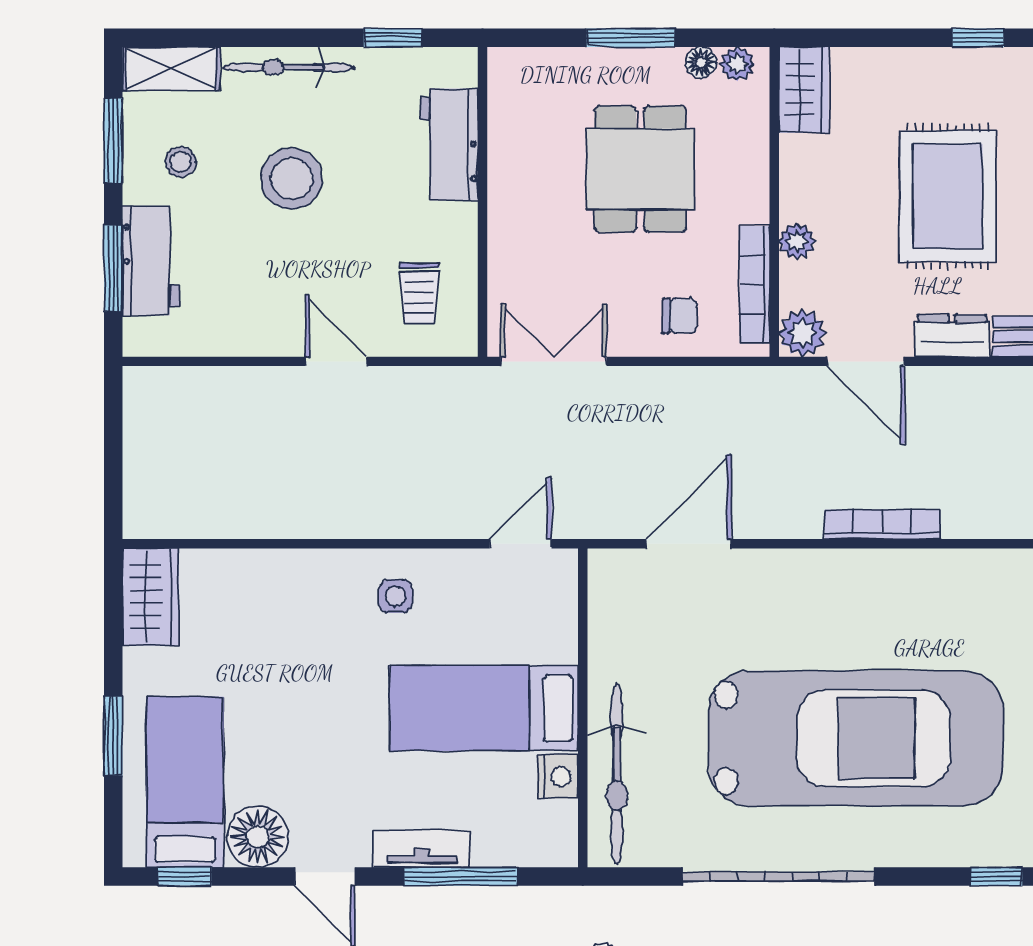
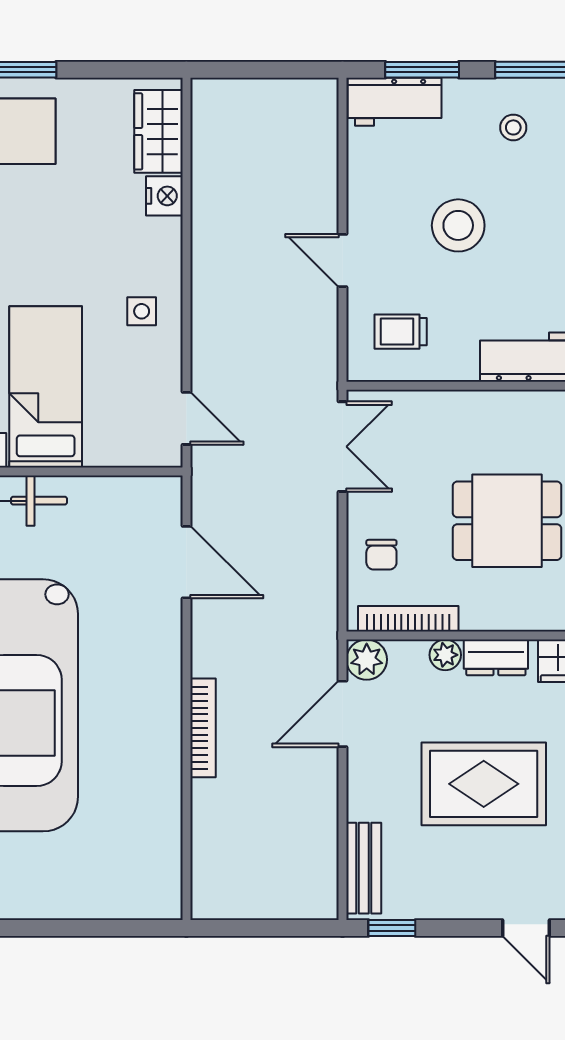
stool: (292, 179) -> (458, 225), moved
workbench: (151, 261) -> (395, 102), moved
dresser: (952, 336) -> (496, 657), moved, turned 90
door: (336, 361) -> (343, 261), swing flipped
nightstand: (261, 570) -> (164, 196), added
wardrobe: (150, 597) -> (158, 131), moved, turned 90

